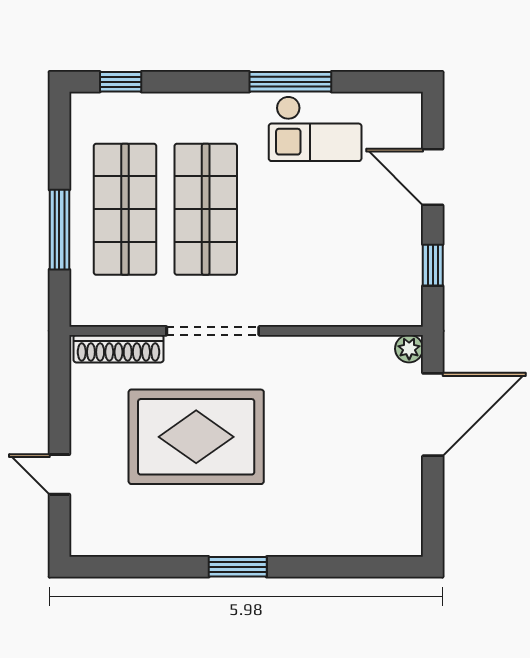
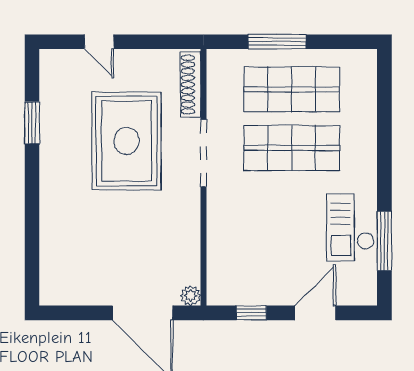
window: (121, 82) -> (384, 86), removed
window: (290, 82) -> (384, 241), moved
door: (59, 474) -> (99, 42), swing flipped
window: (238, 567) -> (32, 123), moved

